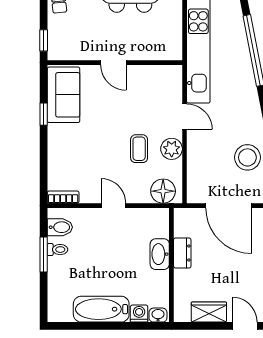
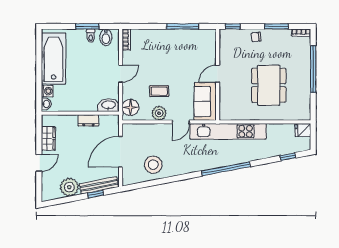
sofa: (64, 95) -> (205, 101), moved, turned 90
window: (44, 114) -> (183, 26), width x2.17
washbasin: (160, 254) -> (108, 105), moved
bathtub: (101, 309) -> (53, 59), width x1.36, depth x1.36

